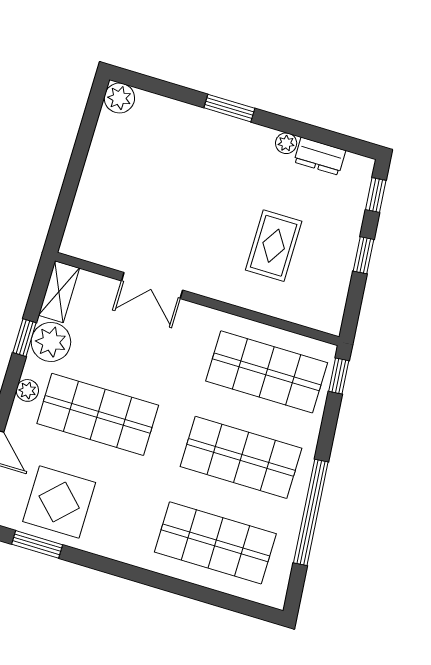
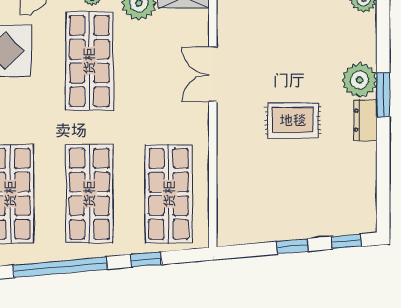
plant: (286, 143) -> (360, 80), moved, width x1.88, depth x1.88
dresser: (320, 156) -> (365, 120), moved
rug: (274, 246) -> (293, 120), moved
window: (339, 376) -> (146, 259), moved

